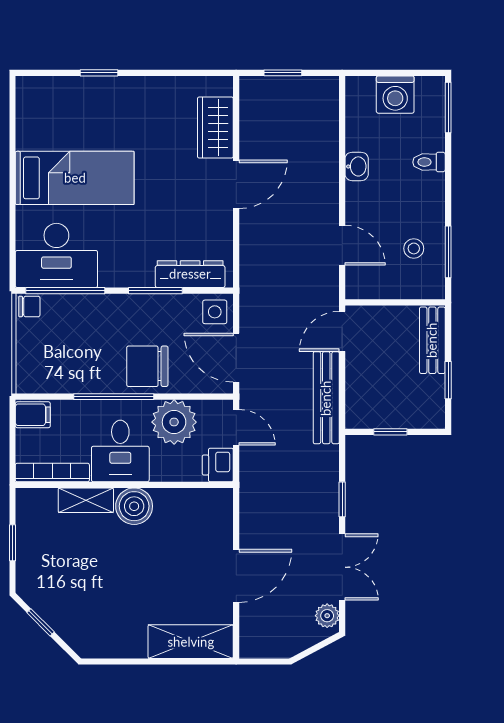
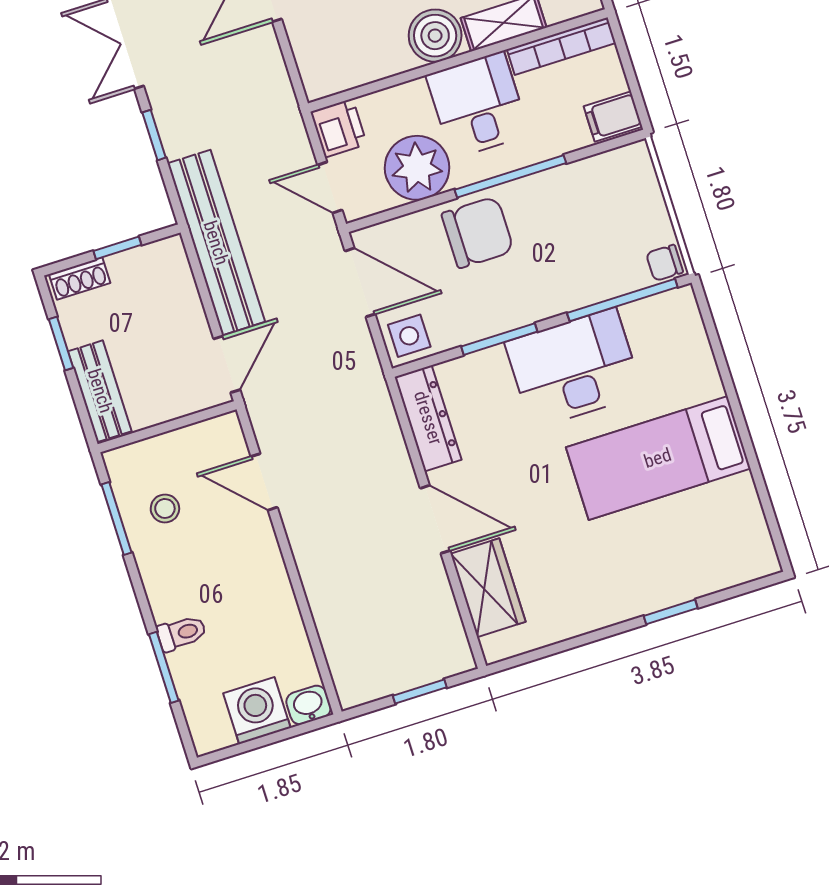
window: (448, 108) -> (164, 667), moved
washbasin: (357, 166) -> (308, 705), moved, turned 90
door: (236, 184) -> (435, 519), swing flipped
desk: (56, 255) -> (574, 368), moved
dresser: (190, 274) -> (428, 418), moved, turned -90
bench: (326, 398) -> (216, 243), width x1.37, depth x1.21
shoe rack: (422, 419) -> (80, 279), added

